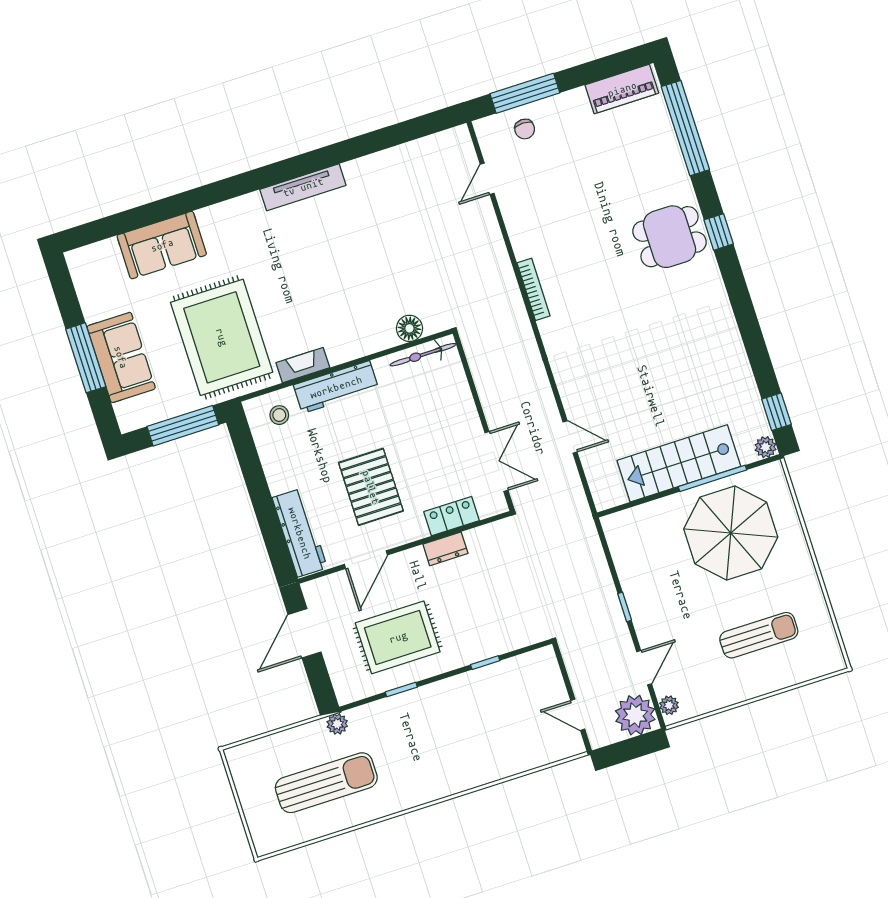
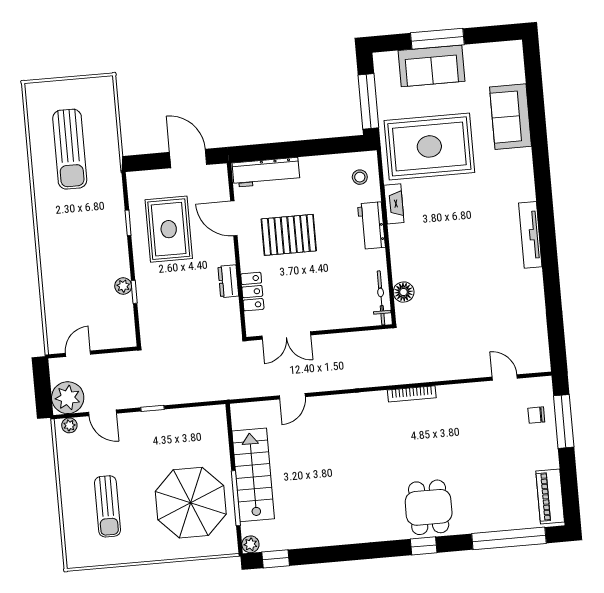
workbench: (336, 387) -> (371, 225), width x0.73
plant: (337, 724) -> (123, 286), moved

